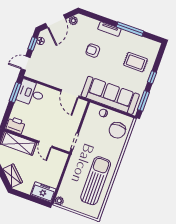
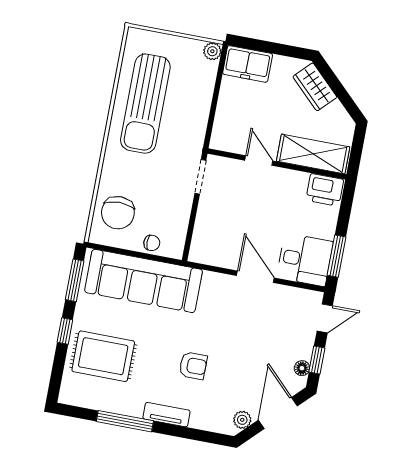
rug: (135, 62) -> (103, 356), width x1.36, depth x1.43
door: (70, 94) -> (255, 277), moved
chair: (117, 130) -> (118, 213), turned 180

